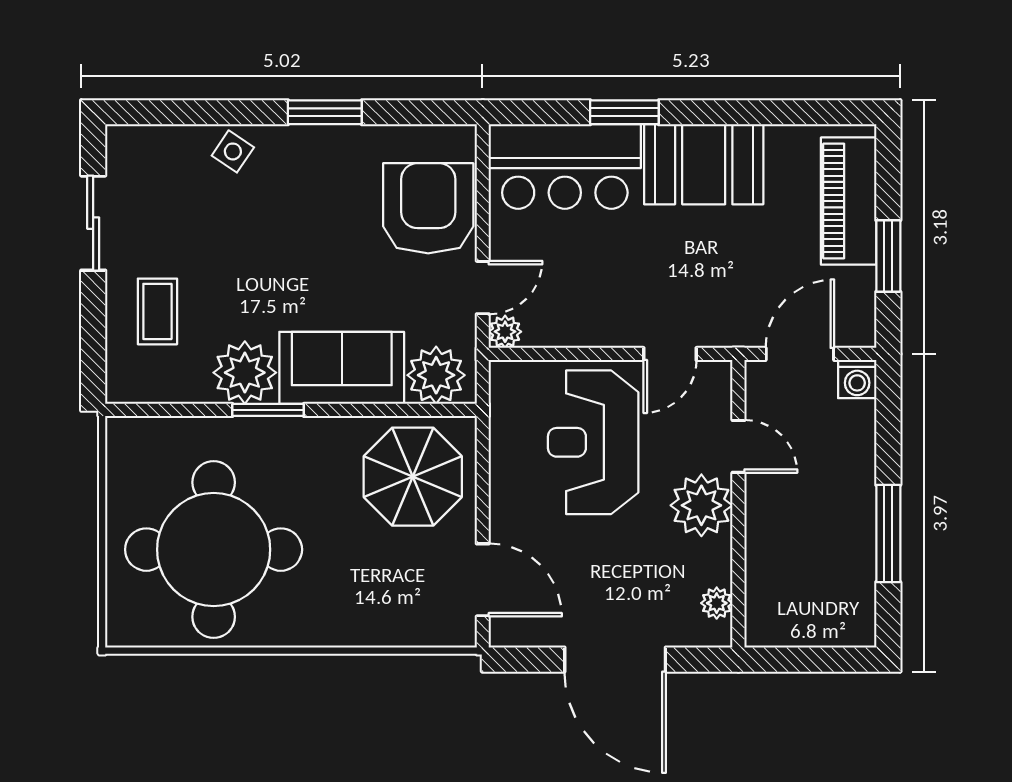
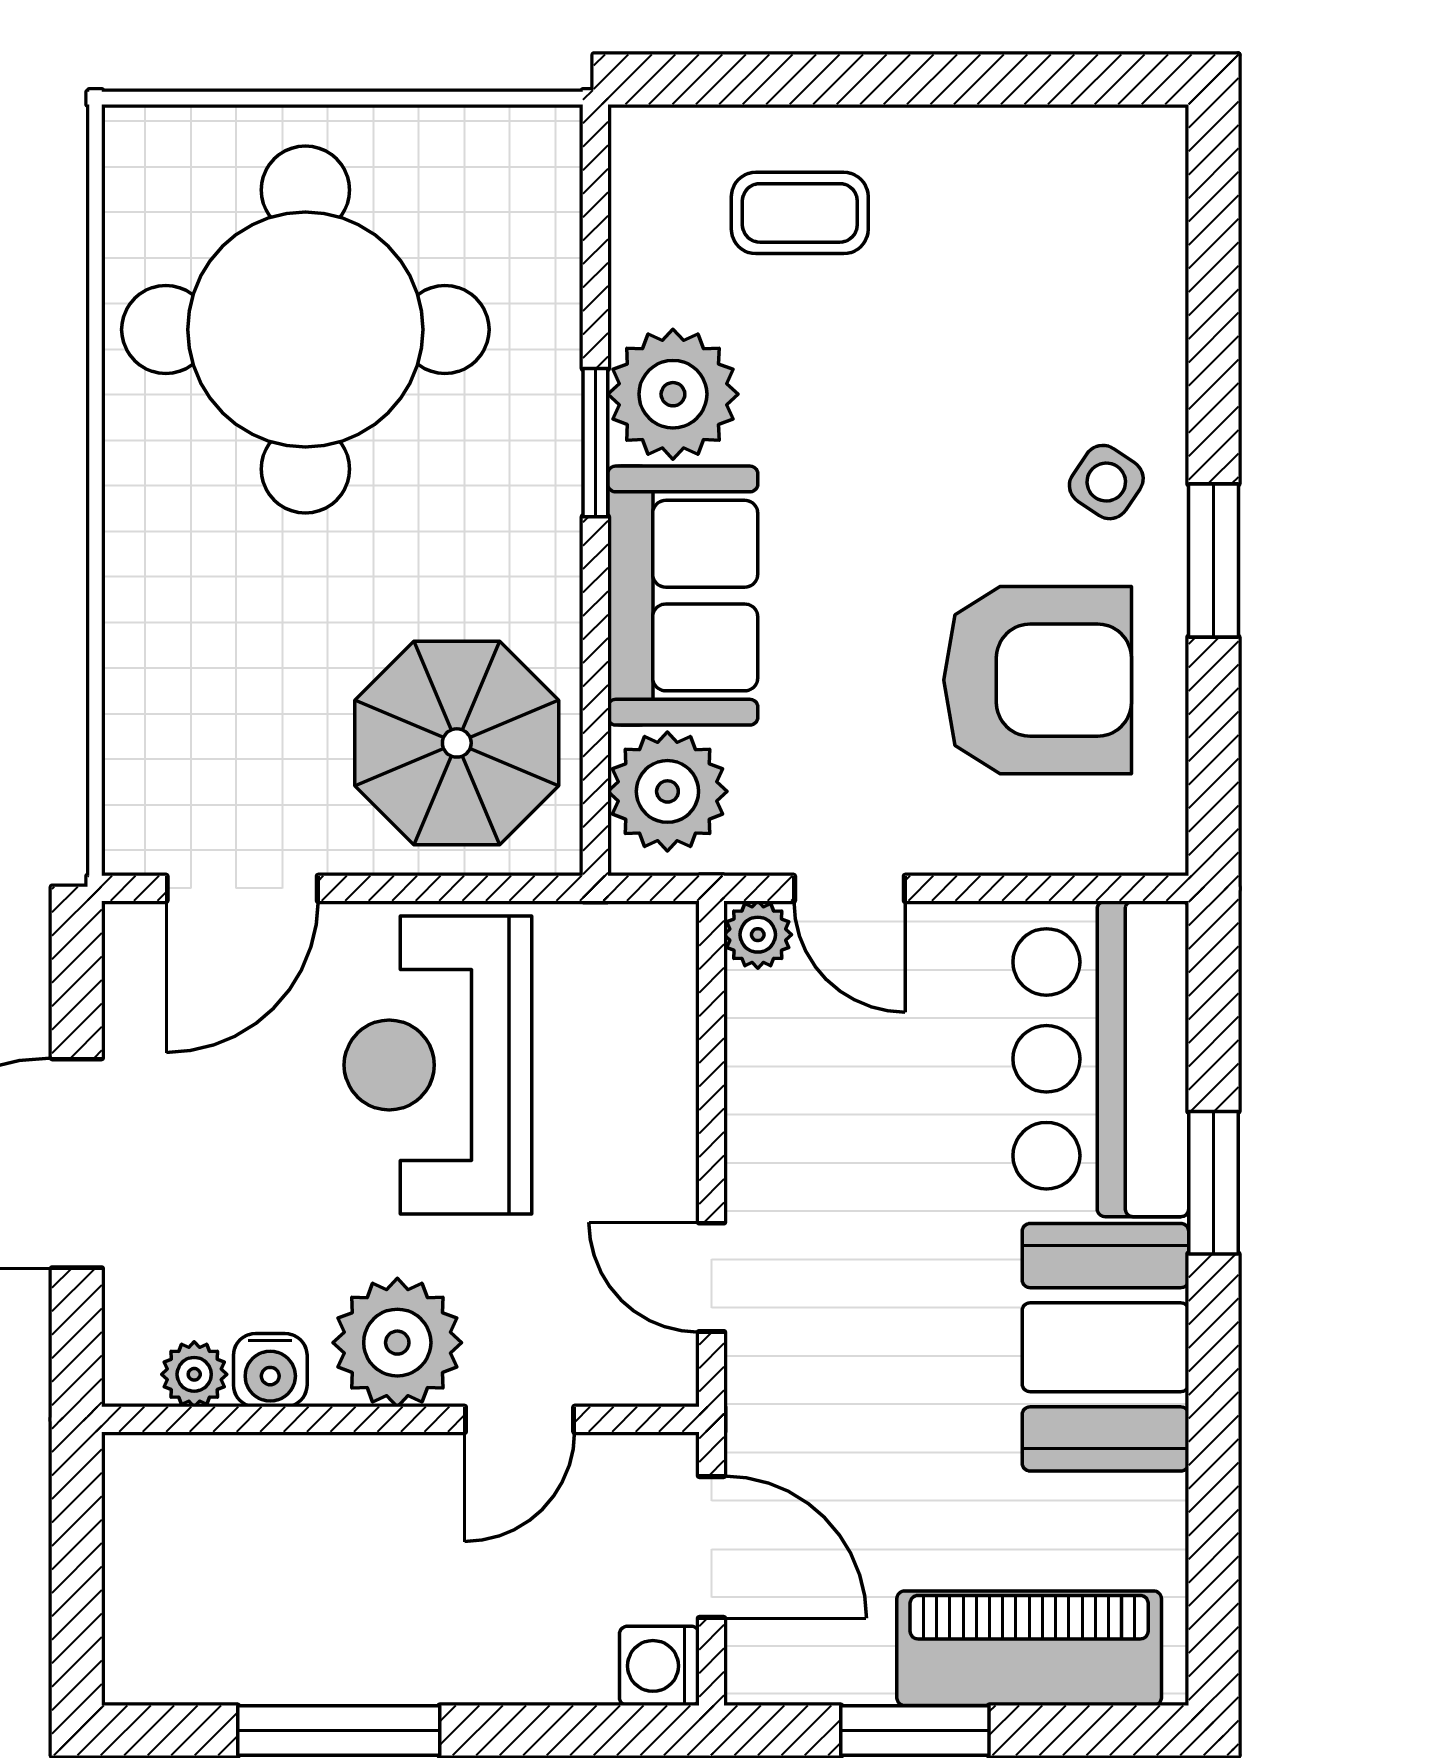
side table: (233, 151) -> (1106, 482), moved
armchair: (428, 208) -> (1038, 680), moved
sliding door: (93, 223) -> (983, 80), removed
reception desk: (593, 442) -> (438, 1065), moved, turned -90
water cooler: (715, 566) -> (270, 1370), added

